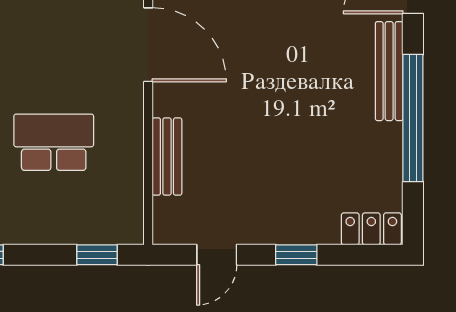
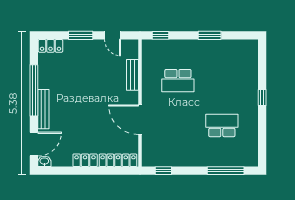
door: (217, 255) -> (113, 35), swing flipped
window: (296, 255) -> (81, 35), width x1.50

